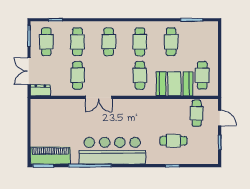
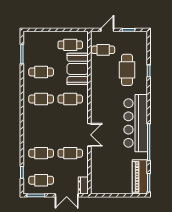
cafe table: (109, 42) -> (41, 126), removed
cafe table: (173, 141) -> (127, 70), width x1.37, depth x1.35

